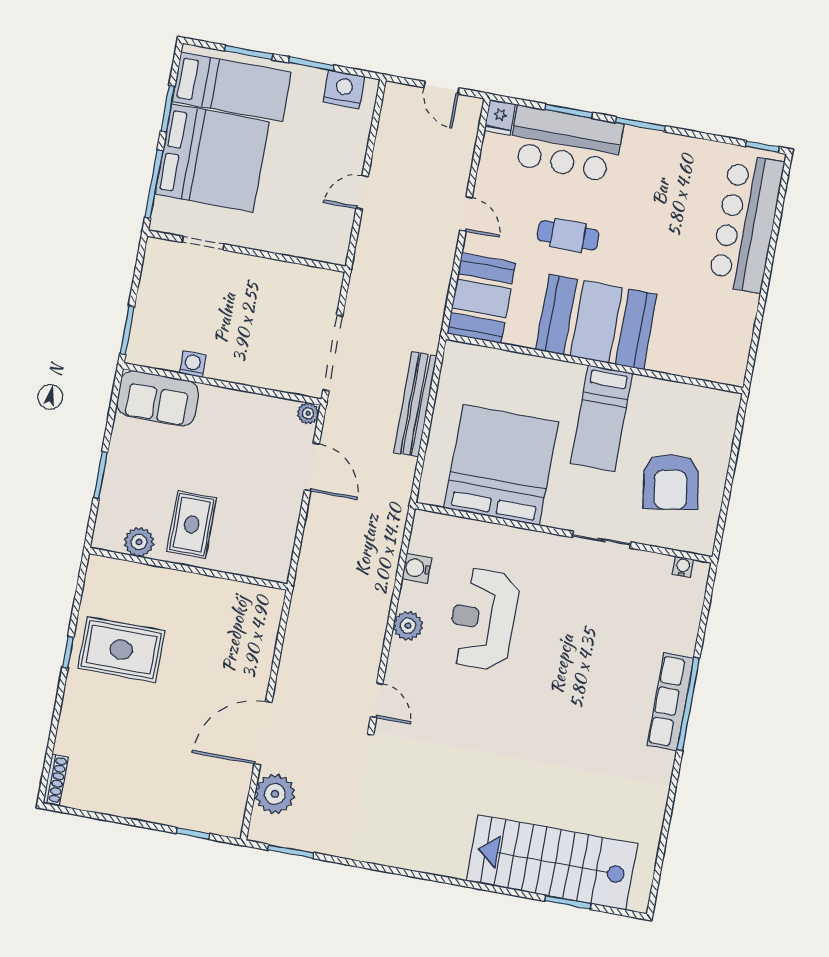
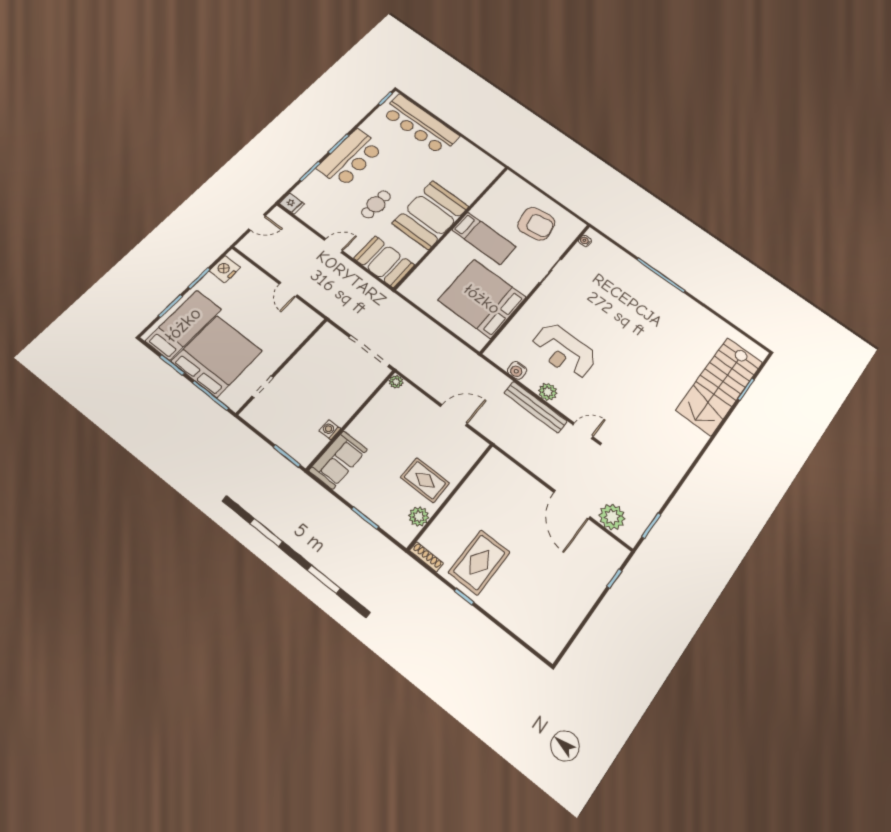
bar counter: (566, 144) -> (350, 158), moved
bench: (415, 404) -> (535, 407), moved
door: (312, 467) -> (454, 415), moved
row of seats: (670, 702) -> (656, 283), removed
shoe rack: (56, 780) -> (426, 557), moved

